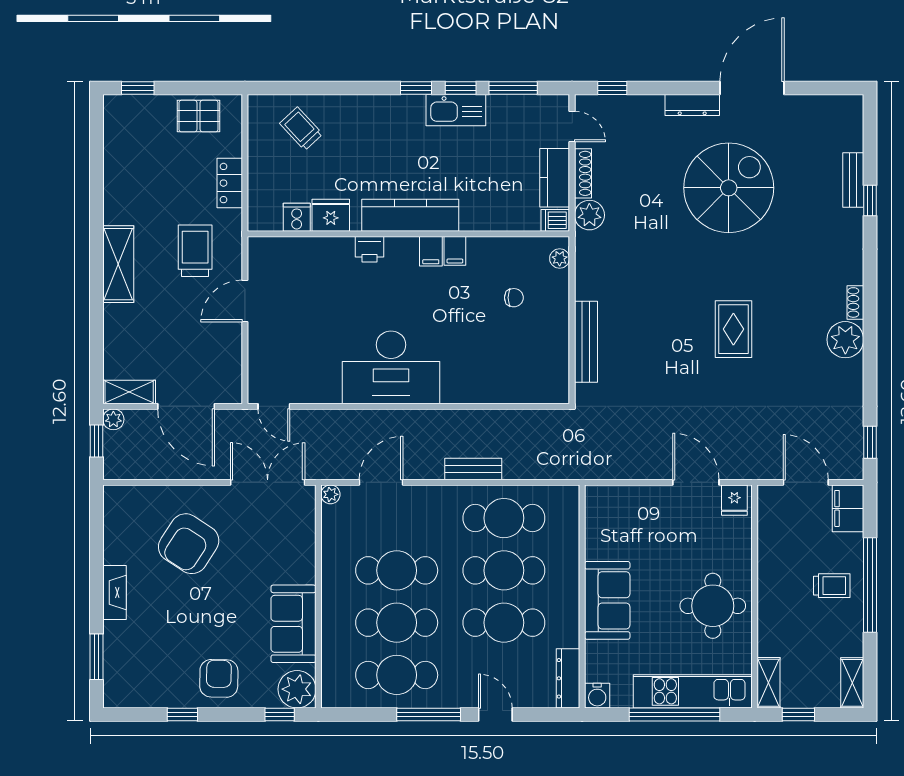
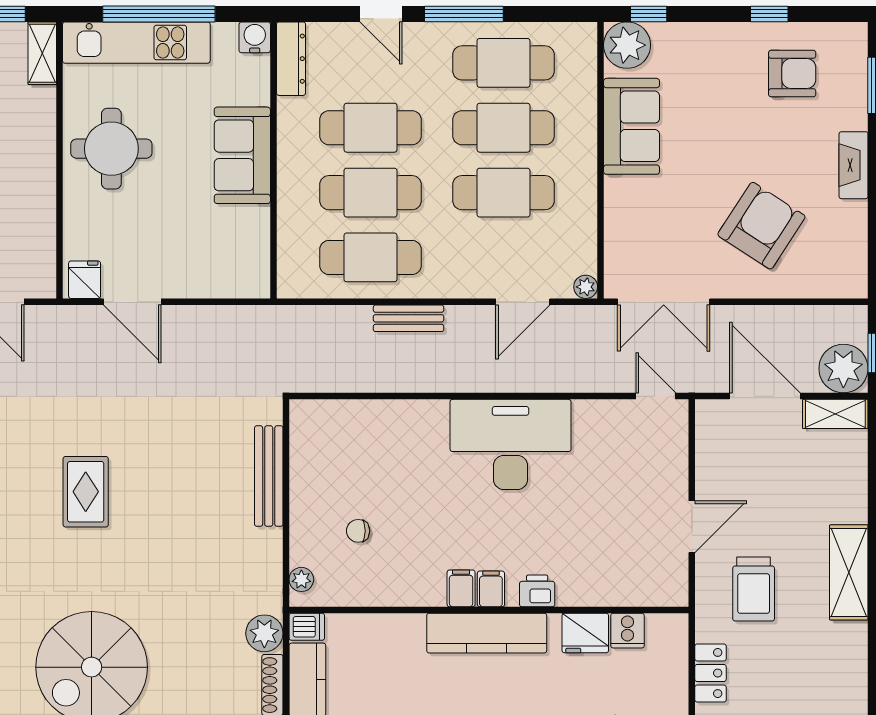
filing cabinet: (455, 251) -> (491, 589), moved
plant: (113, 419) -> (843, 368), width x1.88, depth x1.88
armchair: (219, 678) -> (792, 74), moved, turned -91

